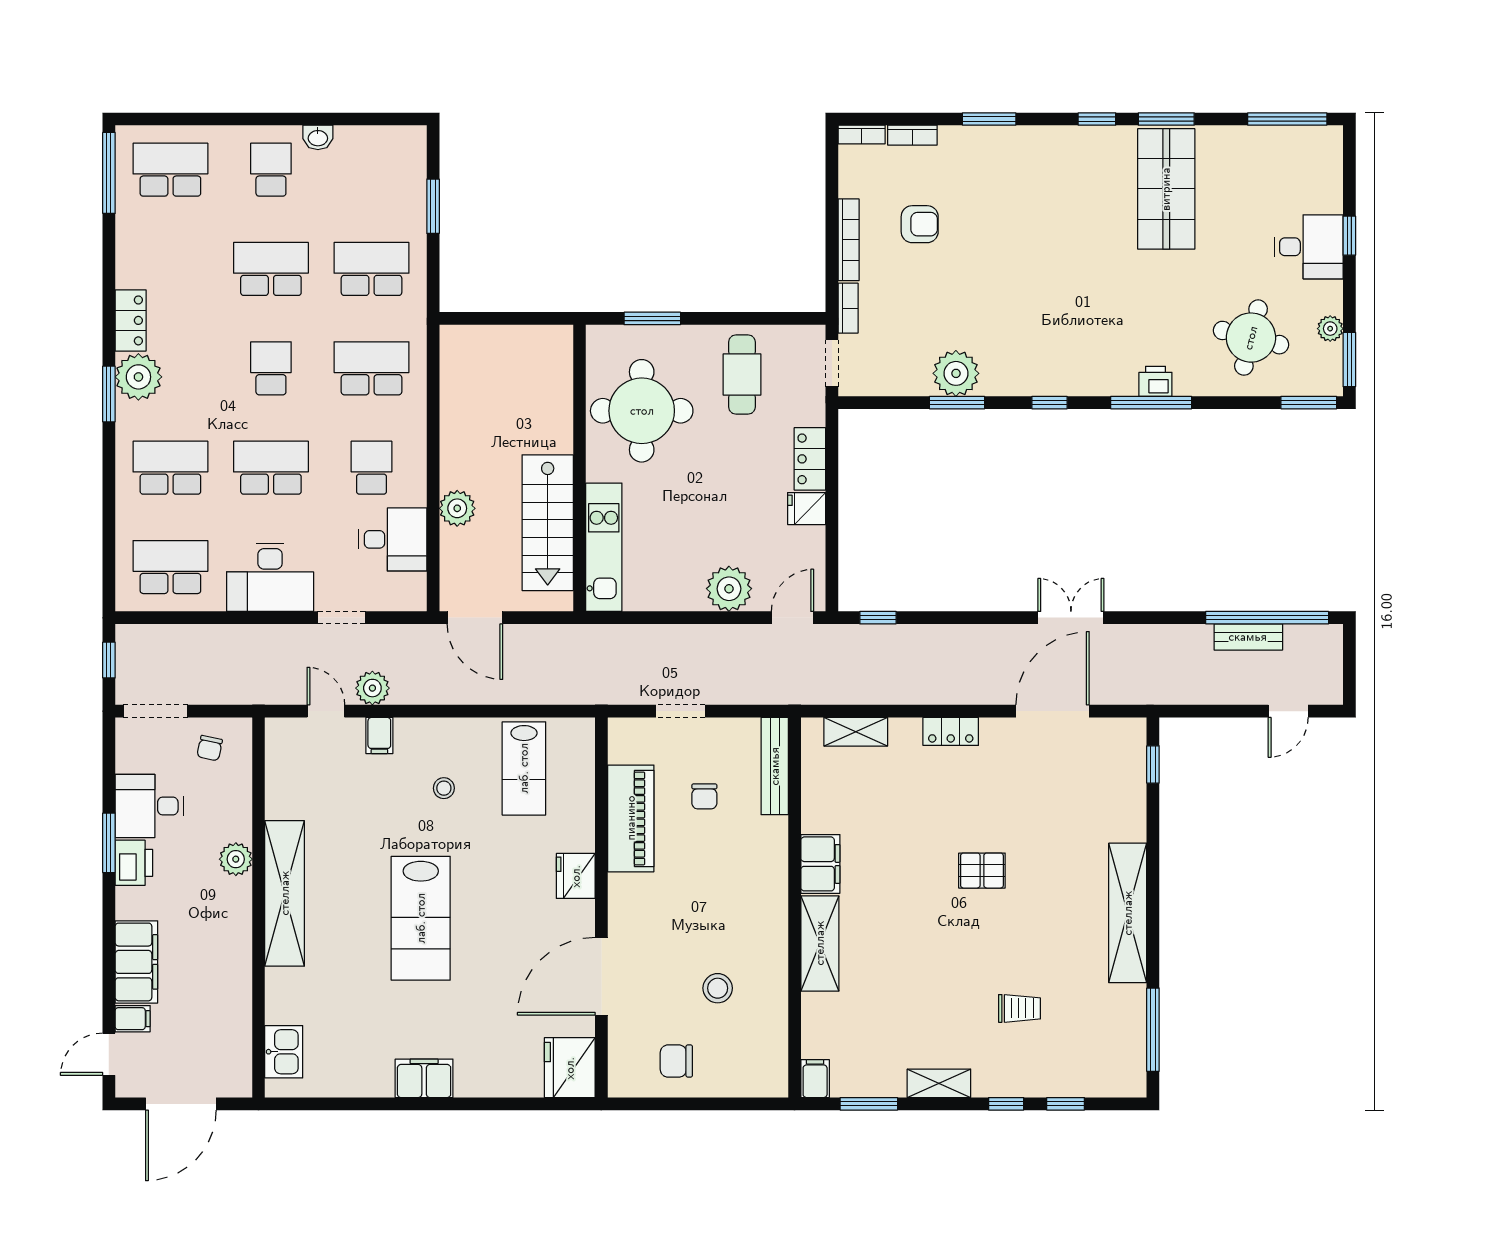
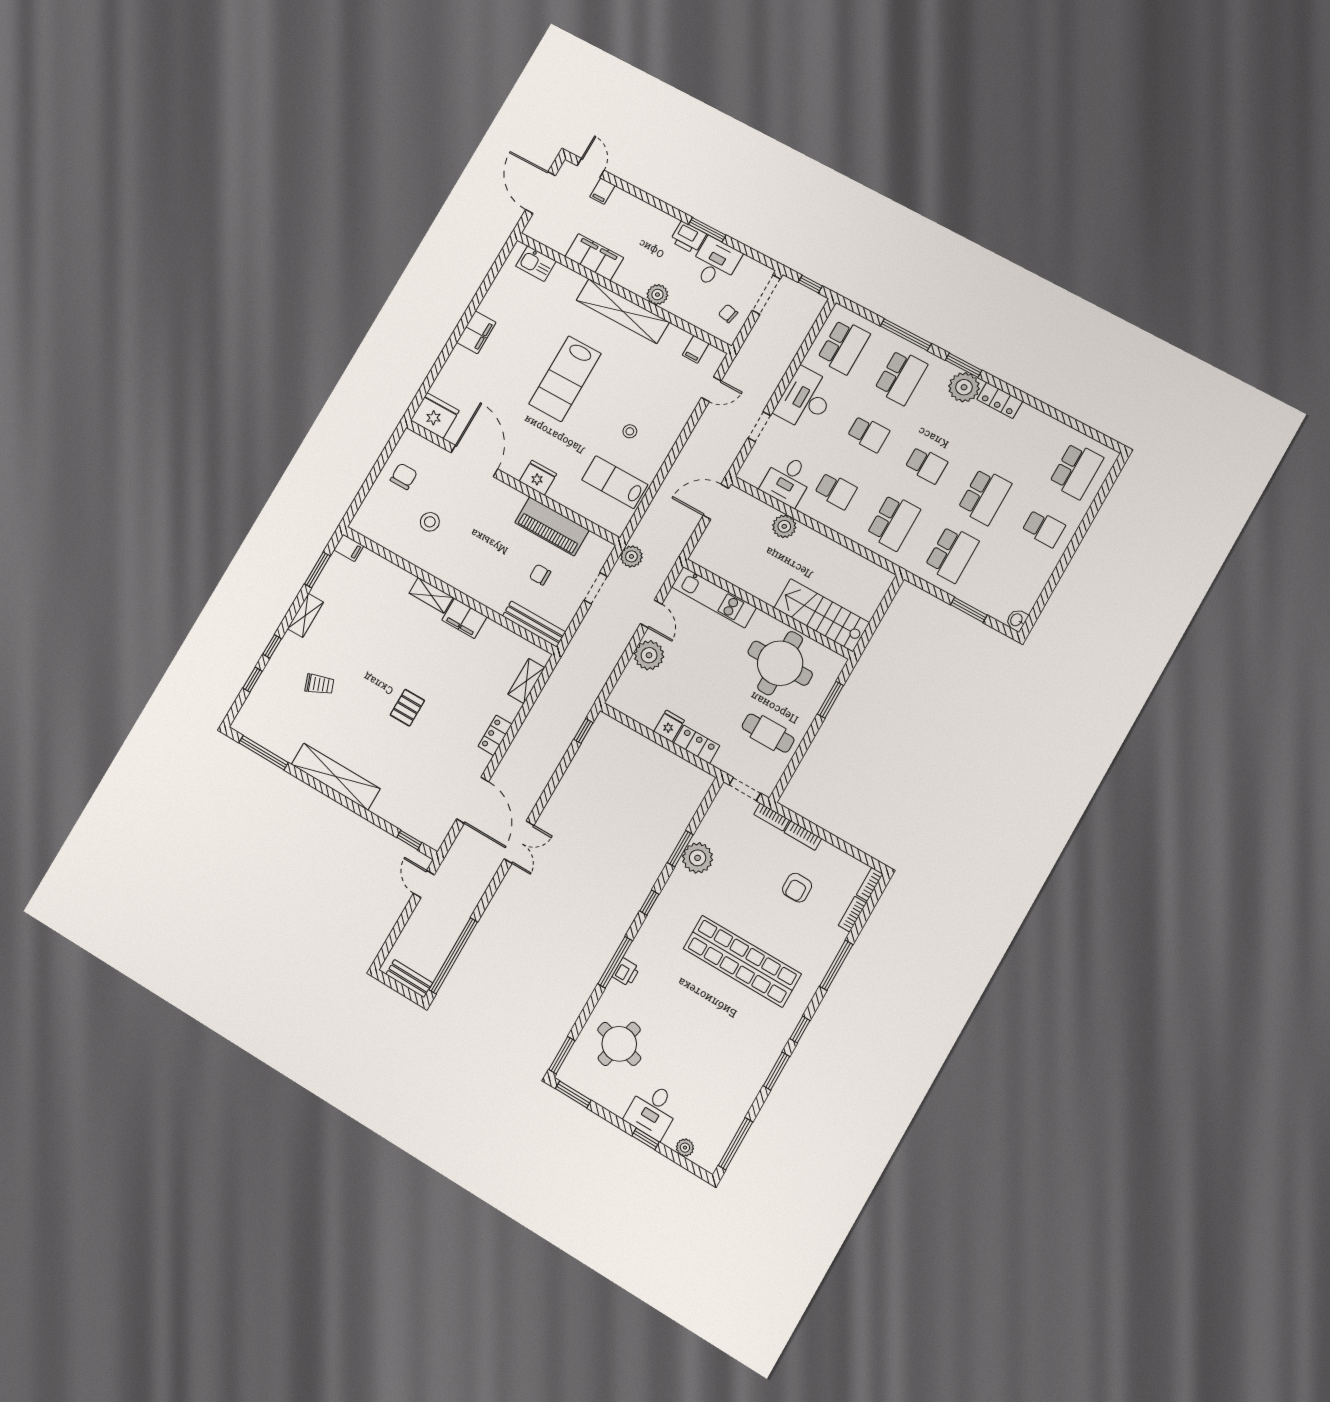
window: (989, 119) -> (836, 965), width x1.44
washbasin: (318, 137) -> (1017, 620), moved
window: (109, 173) -> (906, 335), moved
shop shelf: (1166, 189) -> (742, 961), moved, width x1.40
bookcase: (849, 240) -> (803, 836), width x0.64
plant: (1330, 329) -> (685, 1148), moved
school desk: (271, 468) -> (868, 434), width x0.54
stairs: (548, 523) -> (822, 615), moved
door: (793, 618) -> (651, 614), moved
bench: (1248, 637) -> (409, 979), moved, turned 90
plant: (372, 688) -> (631, 556), moved
door: (1288, 711) -> (424, 884), moved
filing cabinet: (379, 735) -> (696, 349), moved, turned -90
lab bench: (421, 918) -> (565, 379), turned -90
shelving: (820, 943) -> (431, 595), width x0.67, depth x0.75
filing cabinet: (136, 962) -> (594, 257), moved, turned 180
trolley: (1019, 1008) -> (319, 684), turned -111

